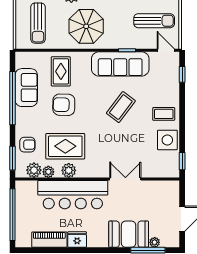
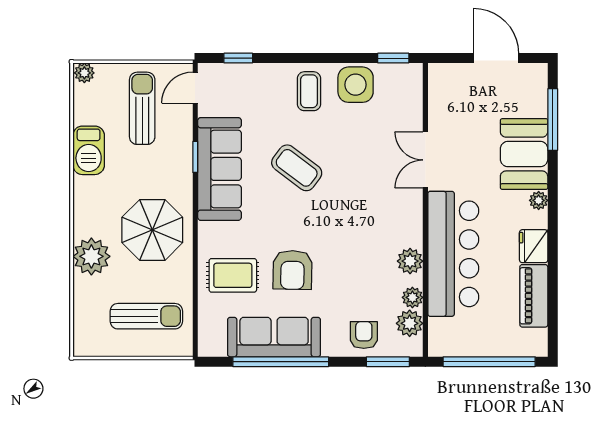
sofa: (26, 88) -> (274, 337), width x1.36
rug: (65, 146) -> (367, 267), removed
plant: (155, 242) -> (539, 200), moved

